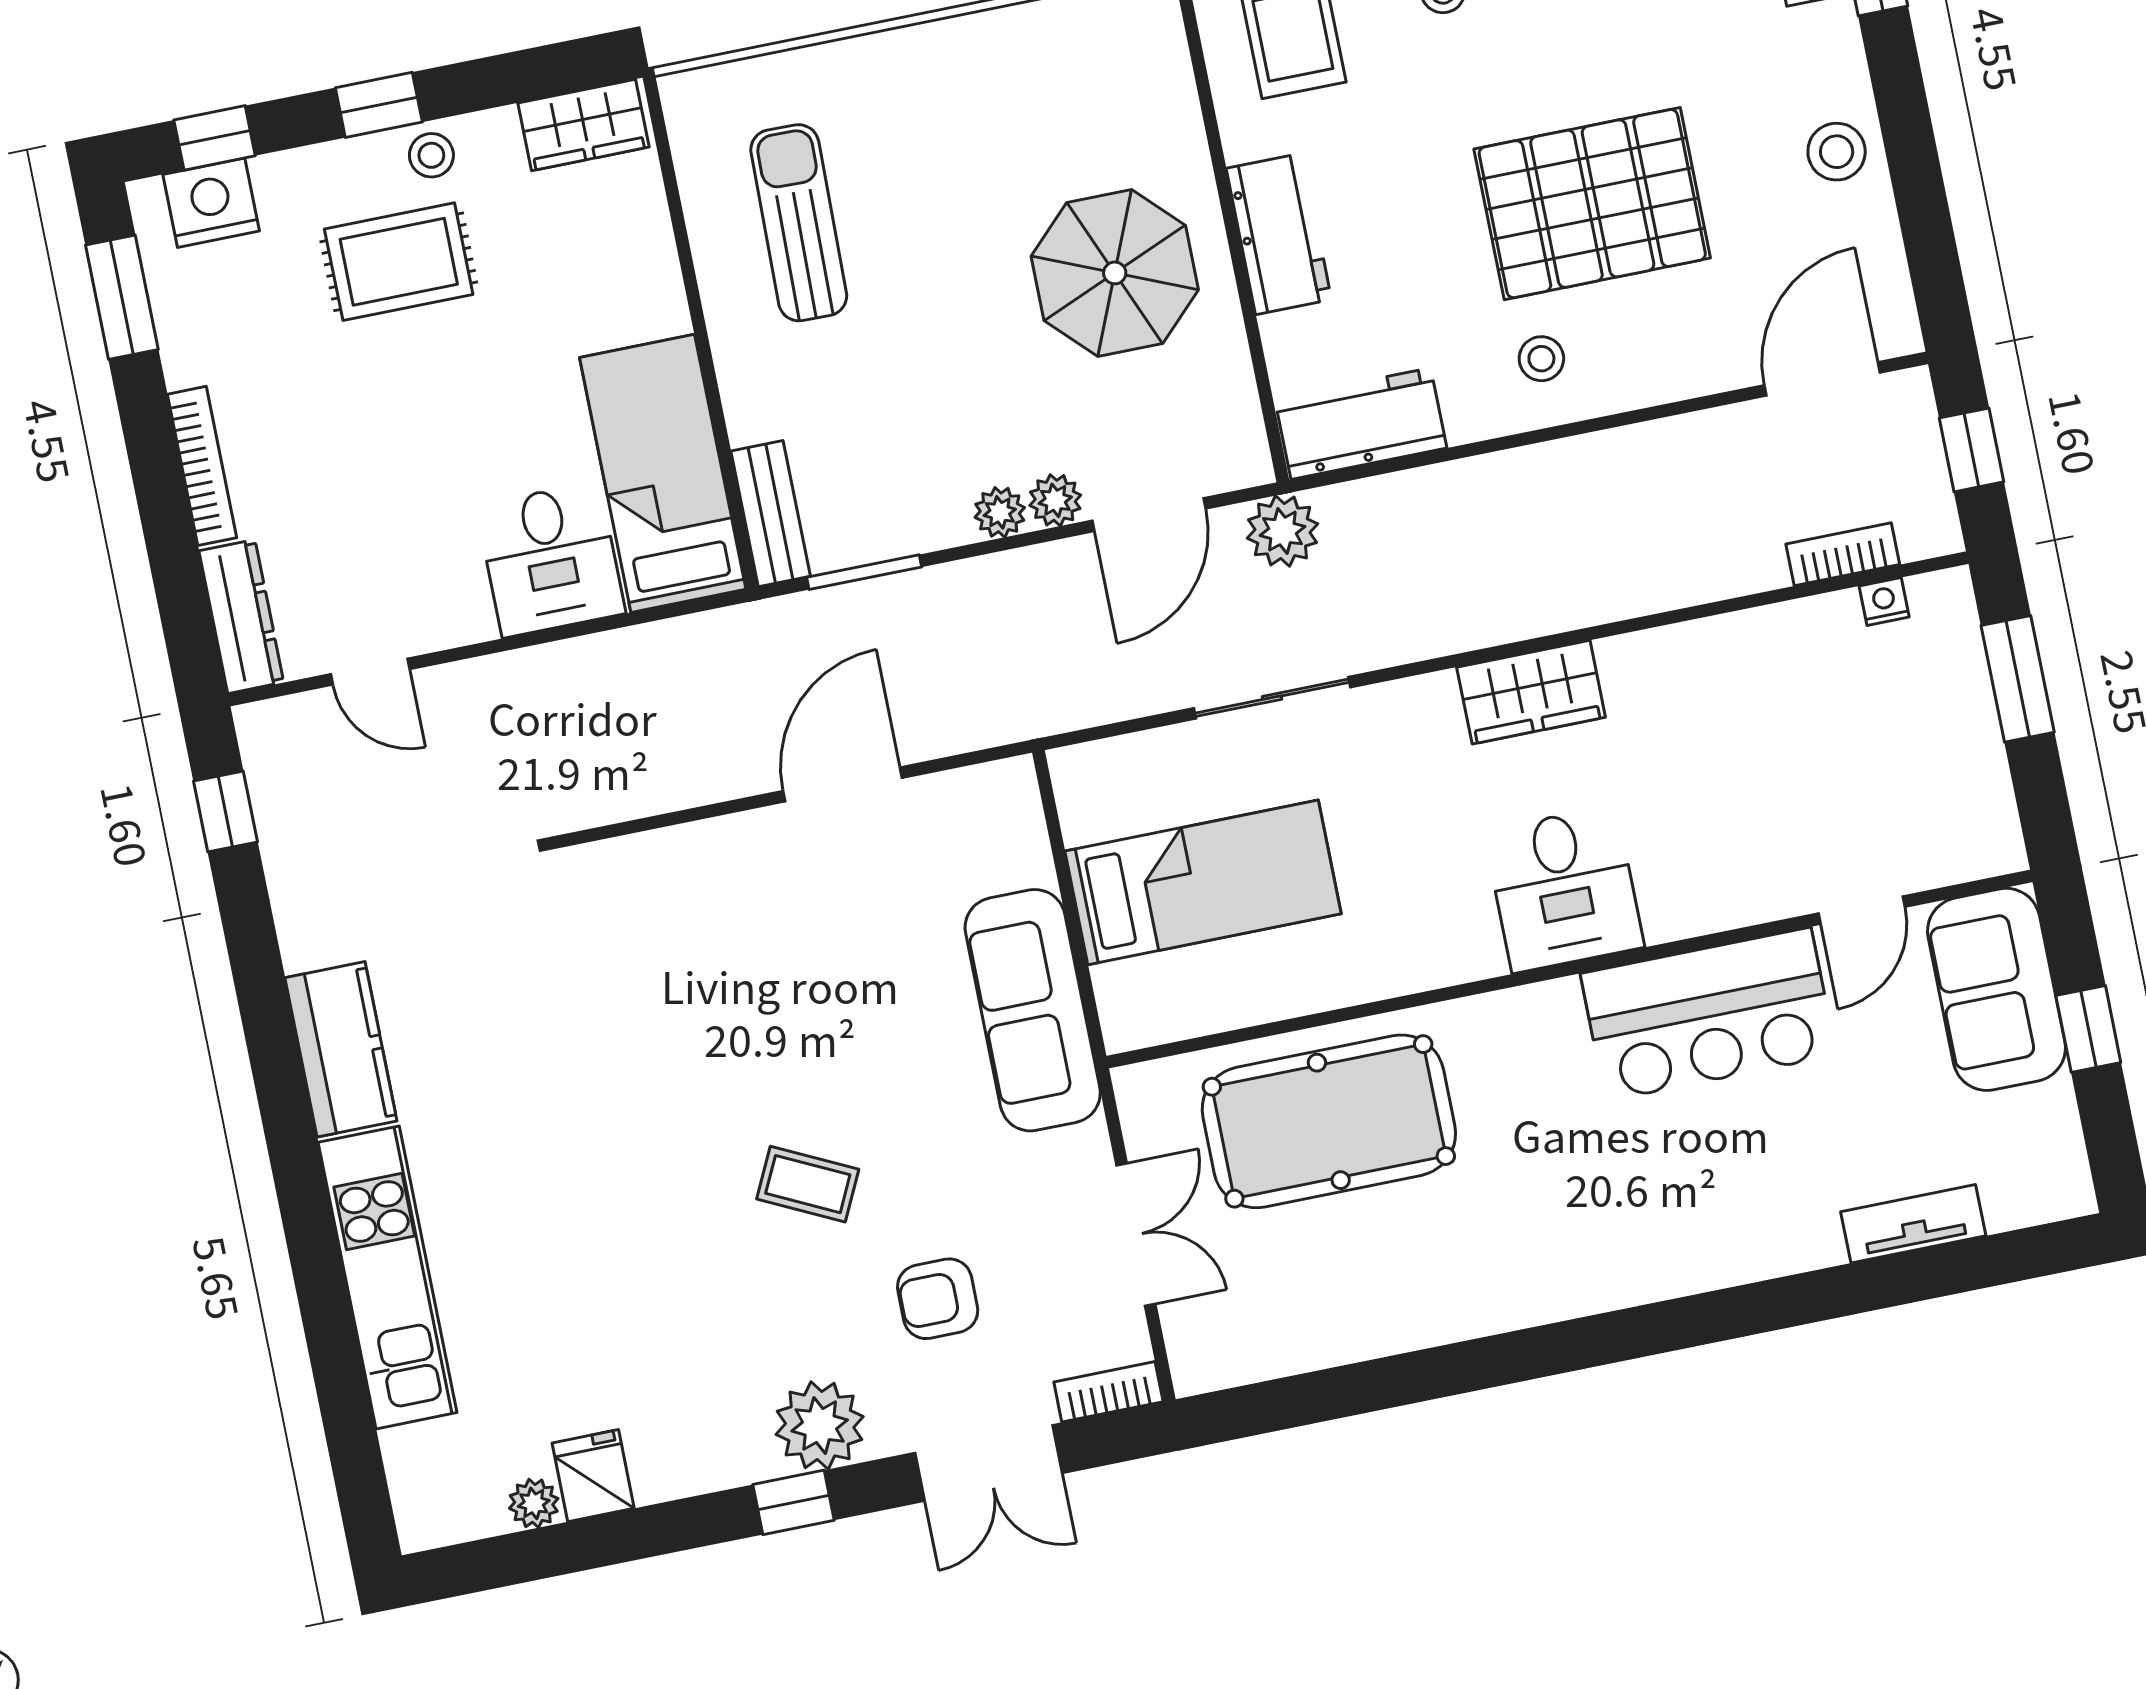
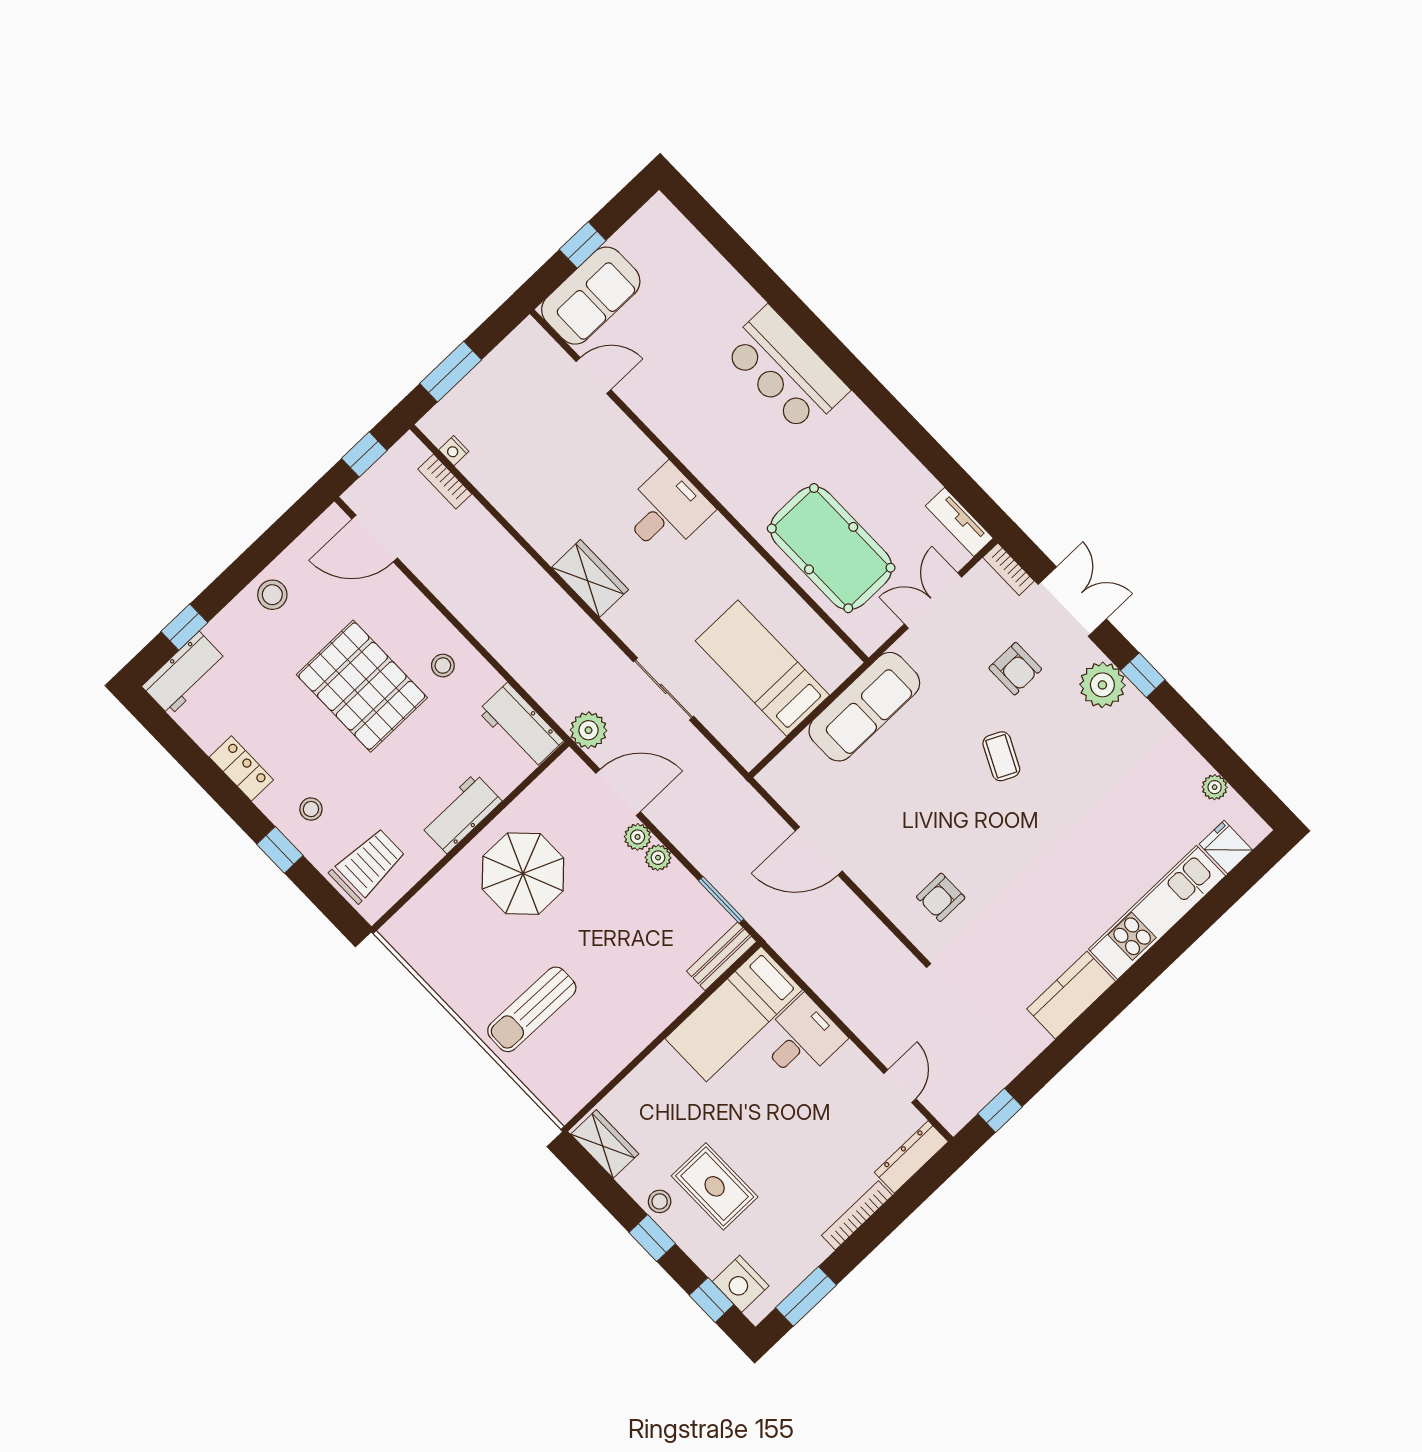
sun lounger: (799, 223) -> (532, 1009), moved
armchair: (639, 937) -> (941, 897), added
bar counter: (1708, 1014) -> (786, 370), moved, turned 180
tv unit: (1913, 1224) -> (959, 522), moved
fridge: (593, 1476) -> (1226, 847), moved, turned 90

